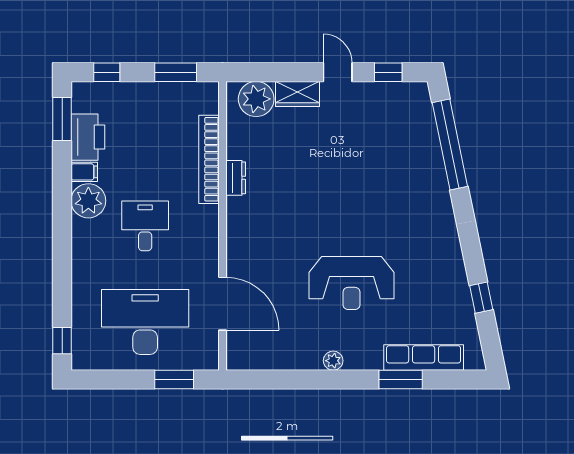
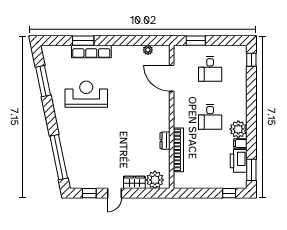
window: (176, 72) -> (195, 193), removed
door: (338, 72) -> (114, 193), hinge flipped
reception desk: (352, 283) -> (86, 94), moved
window: (481, 298) -> (43, 81), width x2.17
desk: (145, 322) -> (210, 69), width x0.53, depth x0.77
row of seats: (424, 357) -> (91, 51), moved
plant: (333, 361) -> (148, 50), moved

